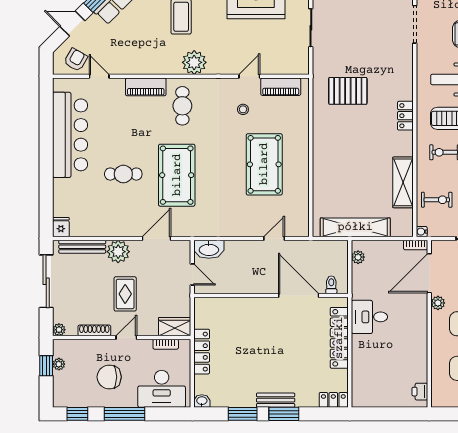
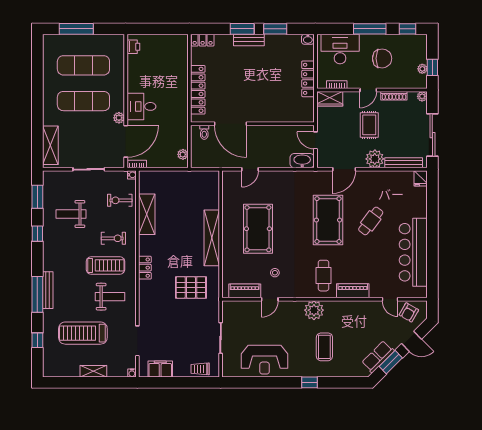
cafe table: (123, 174) -> (371, 221), turned -53
shelving: (355, 227) -> (212, 238), moved, turned 90
desk: (369, 317) -> (141, 106), moved, turned 180

